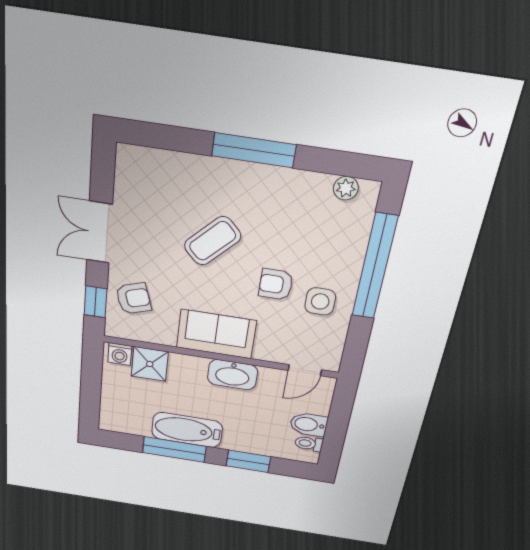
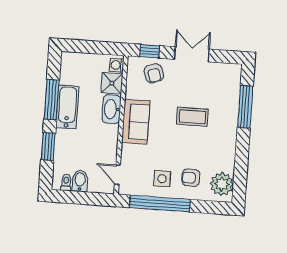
window: (254, 150) -> (245, 107), moved
plant: (346, 188) -> (222, 184), width x1.88, depth x1.88
coffee table: (212, 241) -> (192, 117), turned -45
window: (375, 267) -> (160, 204), moved
armchair: (276, 284) -> (191, 178), moved, turned -90
washbasin: (232, 375) -> (112, 109), moved

